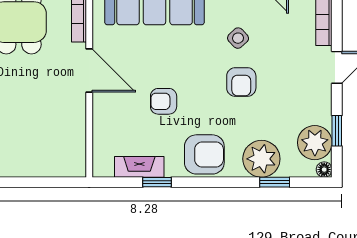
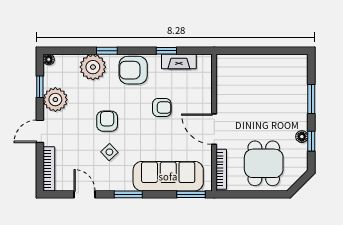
plant: (315, 143) -> (55, 100), moved
window: (275, 182) -> (107, 51), moved

